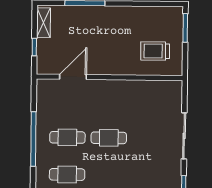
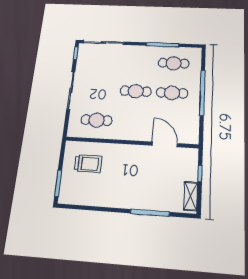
door: (73, 77) -> (165, 144), swing flipped
cafe table: (150, 101) -> (97, 120), added

